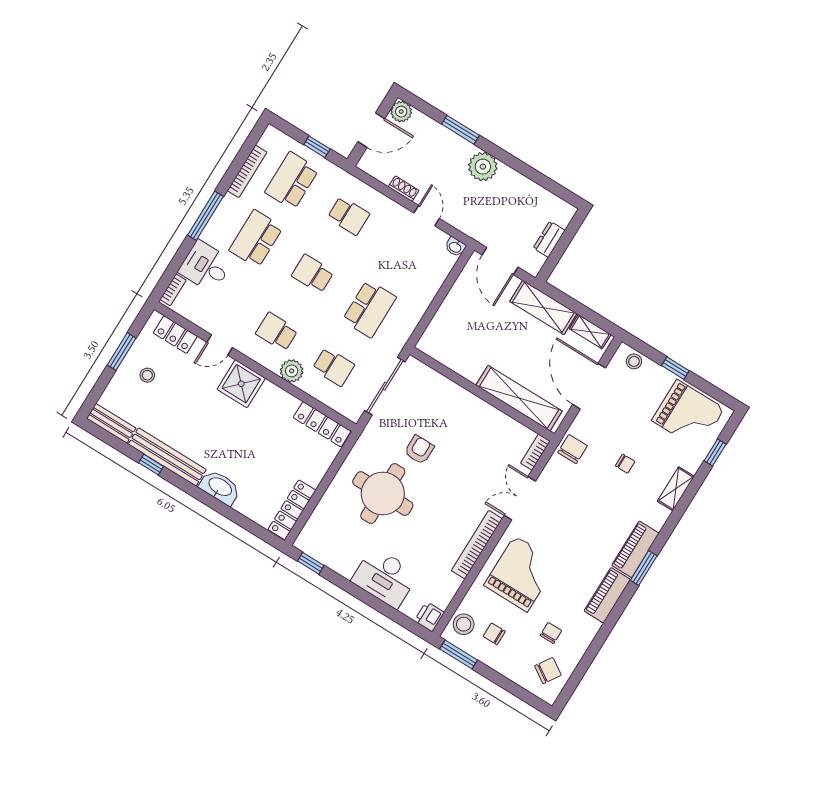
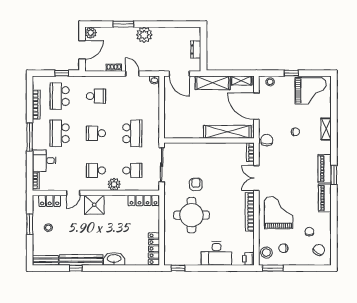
window: (715, 453) -> (334, 101), removed

